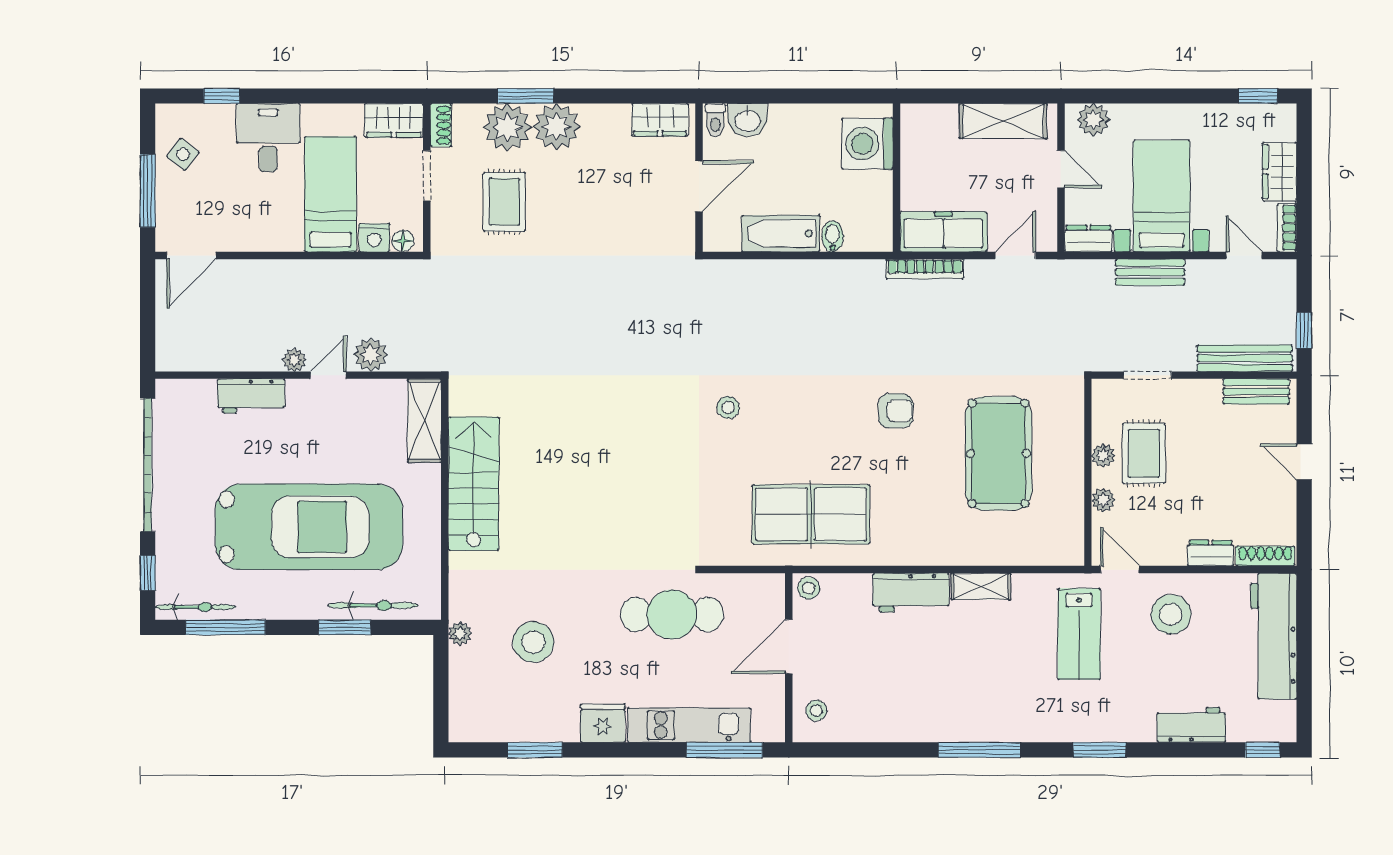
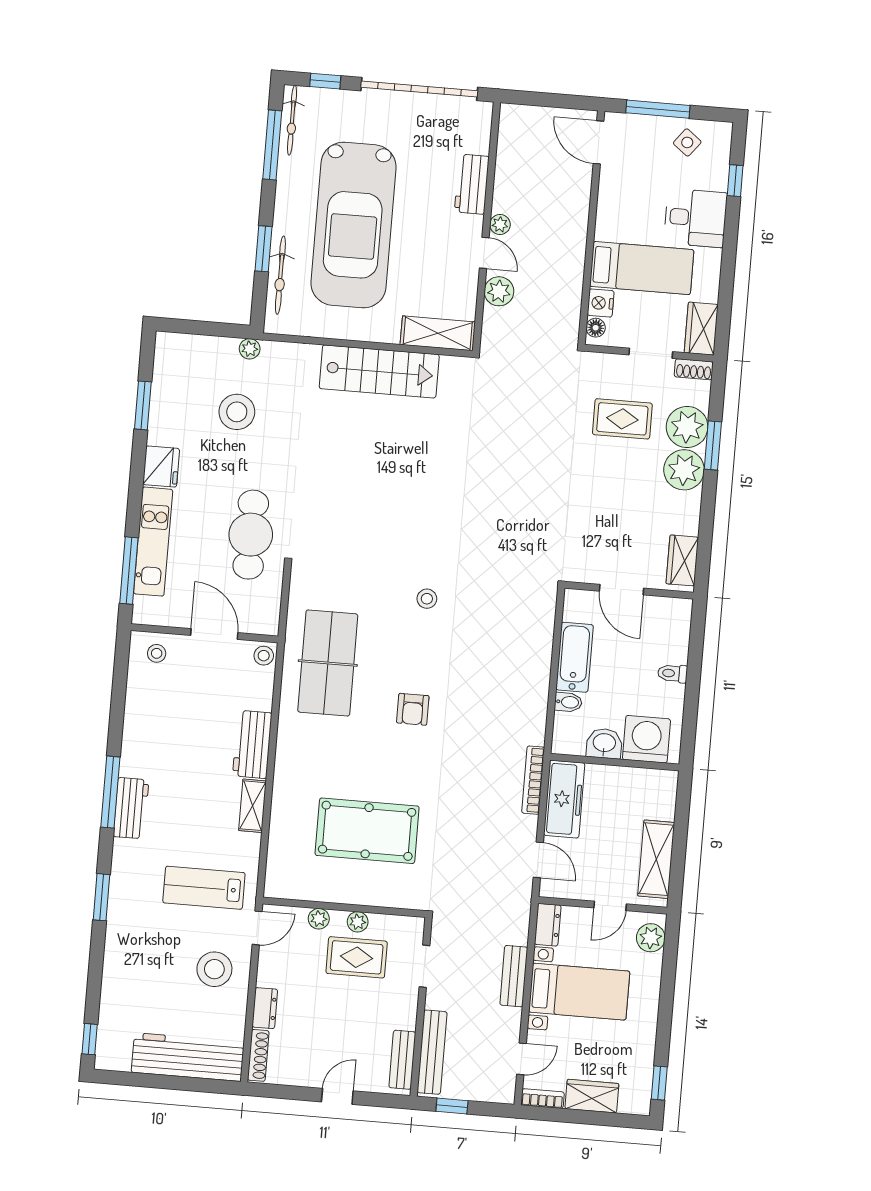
toilet: (715, 120) -> (673, 673), moved
washbasin: (748, 120) -> (604, 743), moved, turned 90
armchair: (896, 411) -> (413, 709), moved
workbench: (1191, 725) -> (131, 808), moved

